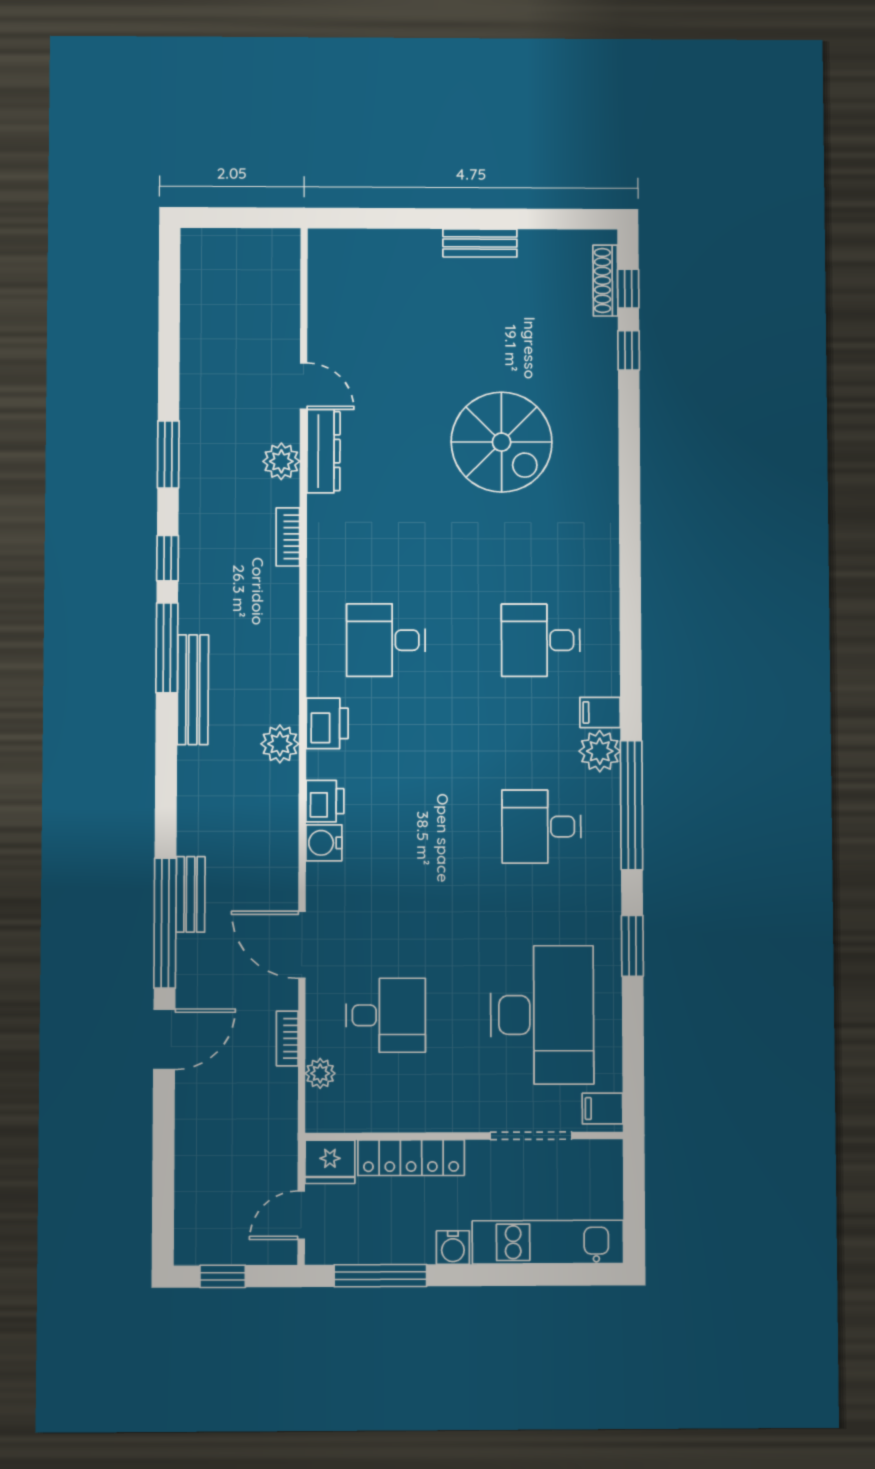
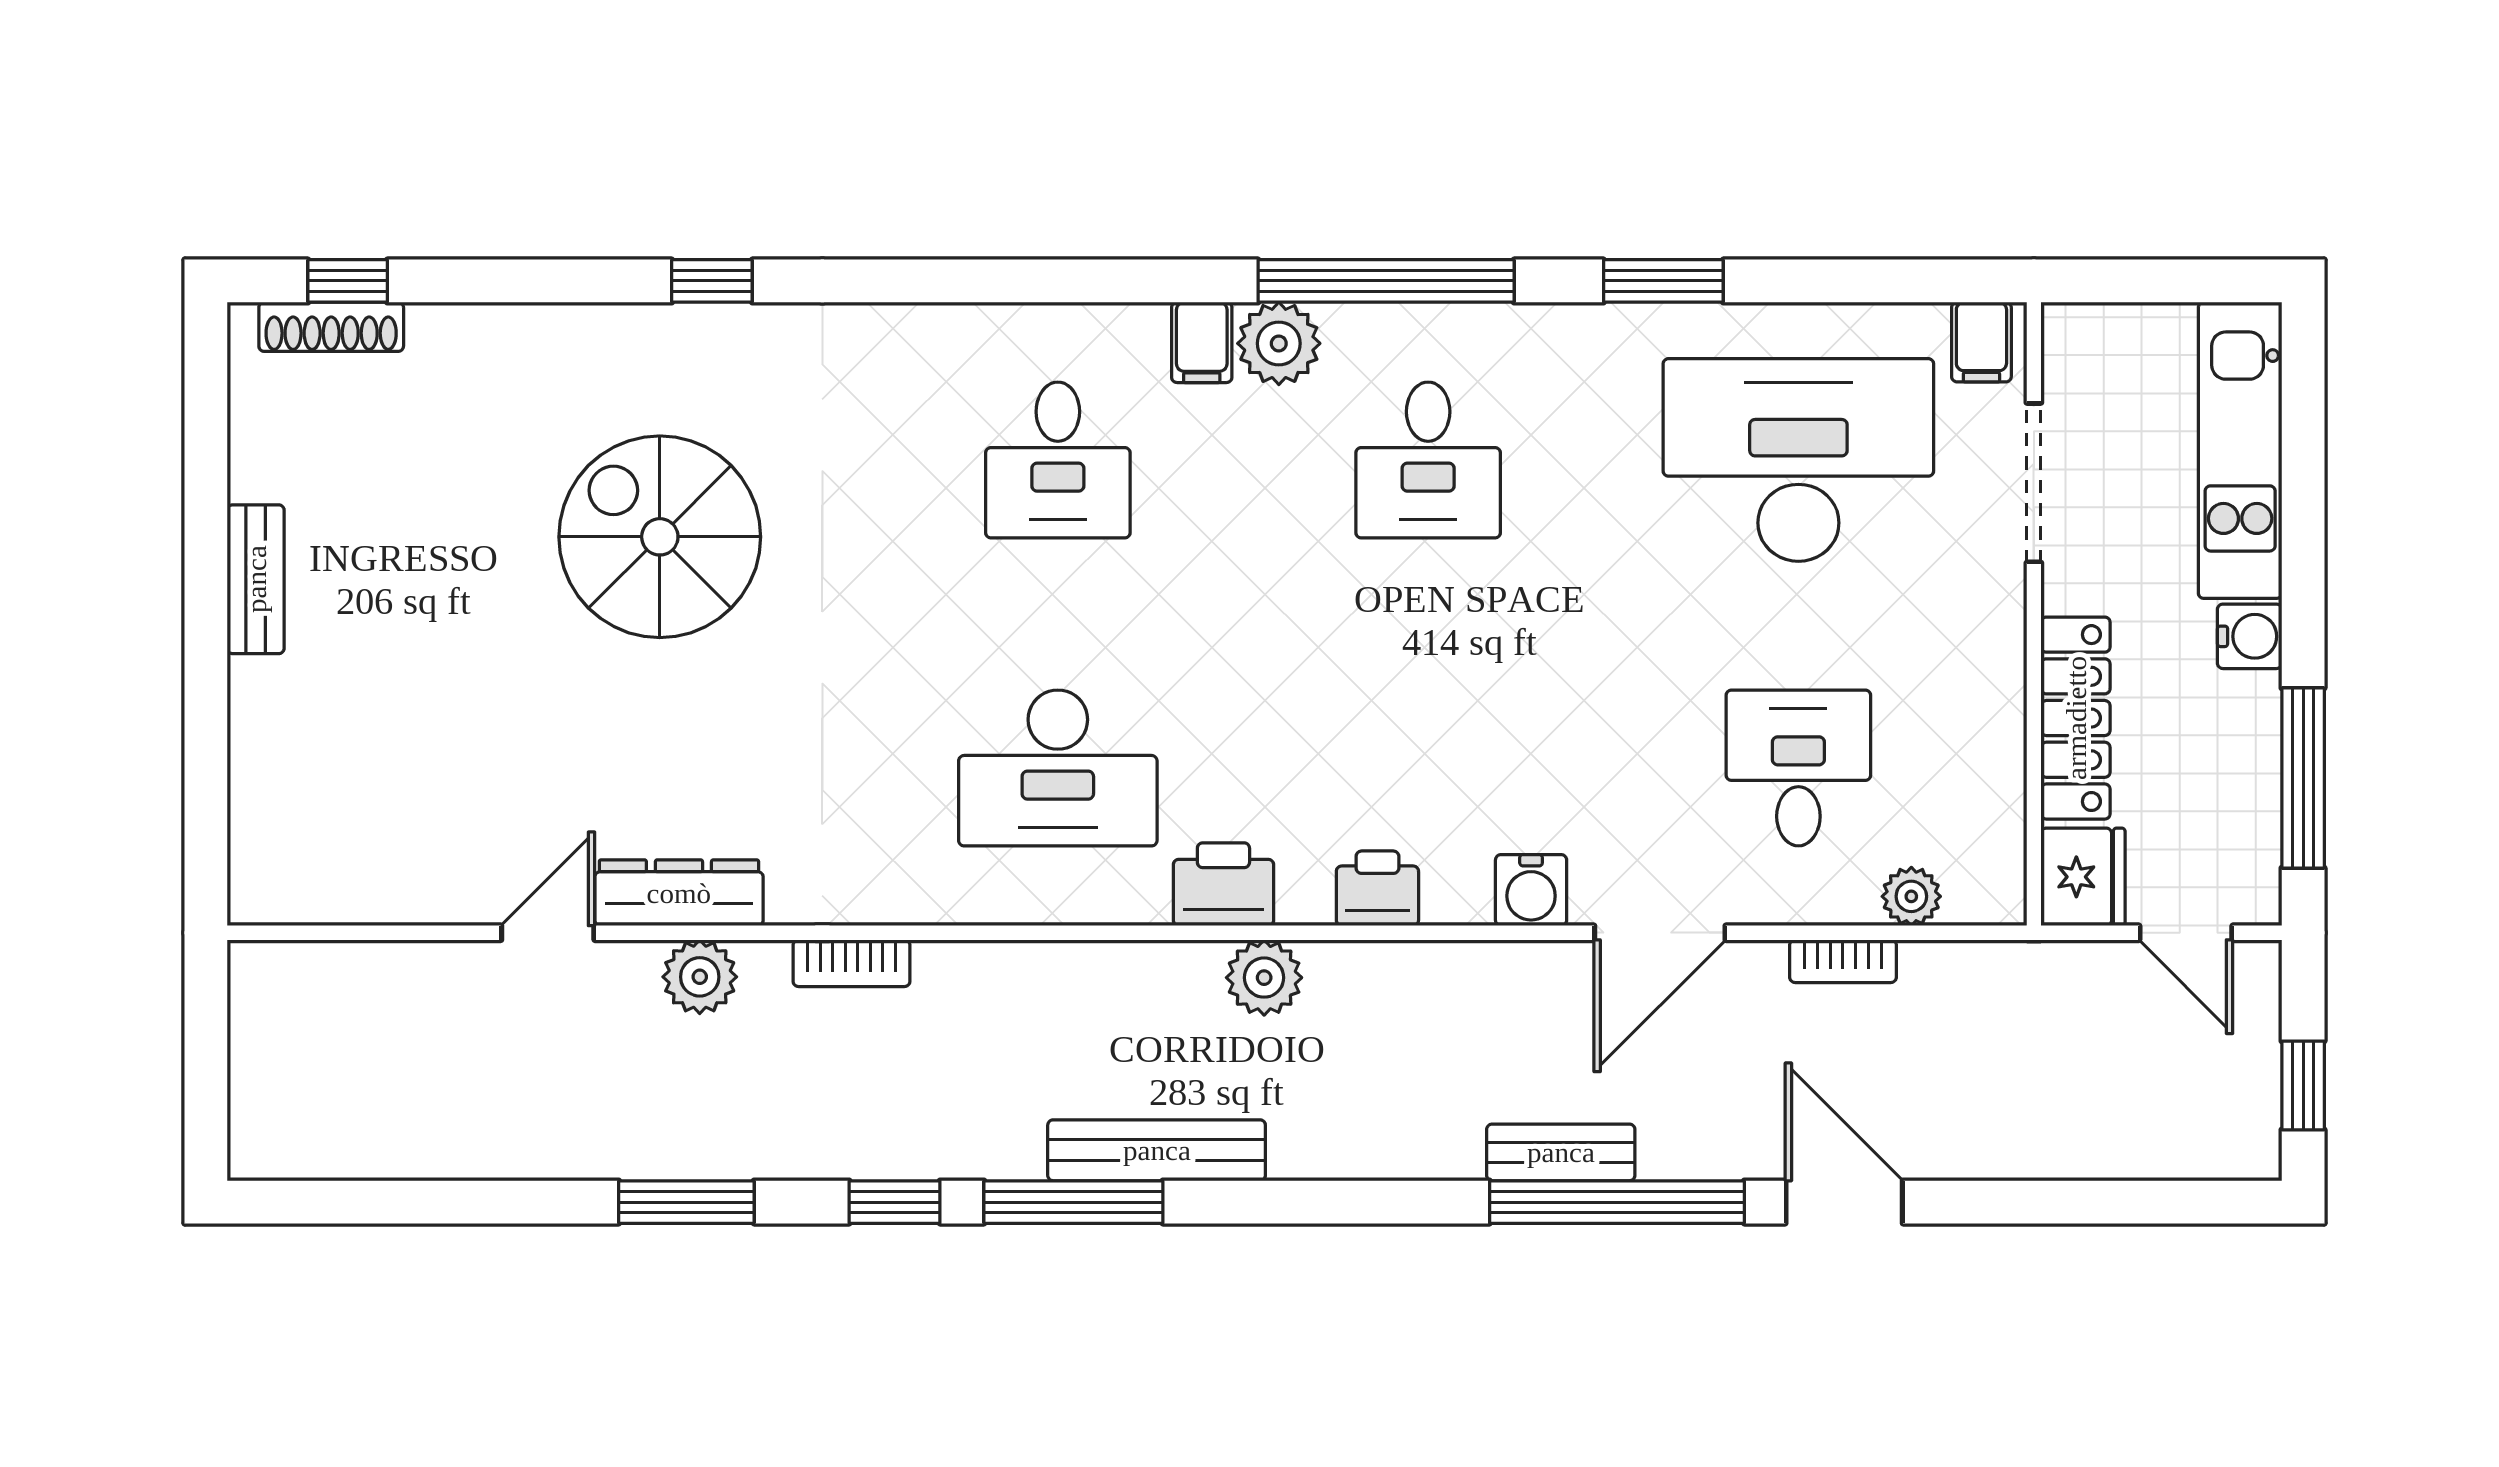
window: (629, 350) -> (712, 281), moved
spiral stairs: (502, 442) -> (660, 537), turned -90
desk: (386, 640) -> (1058, 768), width x1.37
water cooler: (324, 843) -> (1531, 890), moved

